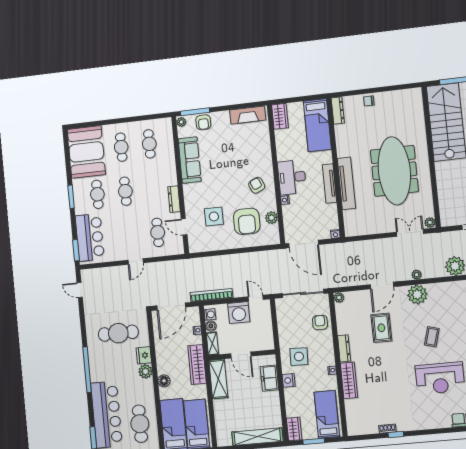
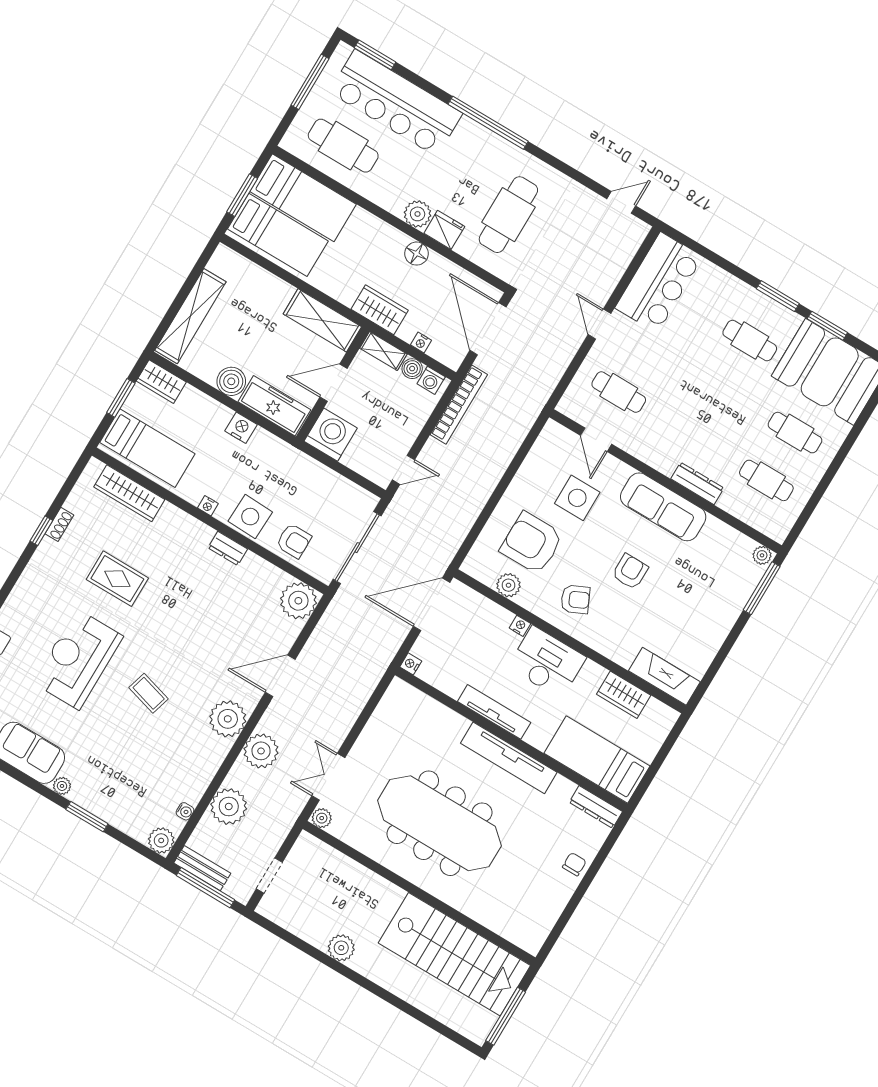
fireplace: (248, 115) -> (664, 676), moved, turned 90
wardrobe: (280, 116) -> (624, 695), moved
armchair: (203, 122) -> (630, 572), moved, turned 90
sofa: (190, 160) -> (663, 507), moved
tv unit: (346, 183) -> (509, 758), moved
cafe table: (125, 191) -> (721, 388), removed
dresser: (174, 199) -> (697, 483), moved
door: (184, 227) -> (596, 440), swing flipped
double door: (410, 233) -> (328, 777), swing flipped
bar counter: (90, 237) -> (659, 282), moved, turned -90
window: (76, 250) -> (827, 326), moved
plant: (417, 275) -> (261, 751), width x1.88, depth x1.88
door: (382, 286) -> (280, 676), hinge flipped
plant: (339, 298) -> (298, 601), width x1.87, depth x1.87
washing machine: (239, 313) -> (331, 435), moved, turned 90
rug: (381, 328) -> (117, 579), moved
dresser: (344, 348) -> (228, 548), width x0.70
side table: (299, 357) -> (250, 517), moved
wardrobe: (197, 364) -> (380, 310), width x0.67
freezer: (269, 378) -> (274, 406), width x1.40
wardrobe: (349, 380) -> (129, 493), moved
floor lamp: (164, 381) -> (417, 254), moved
boiler: (272, 399) -> (231, 381), added

